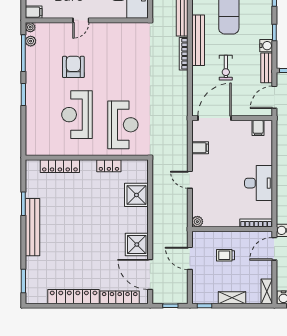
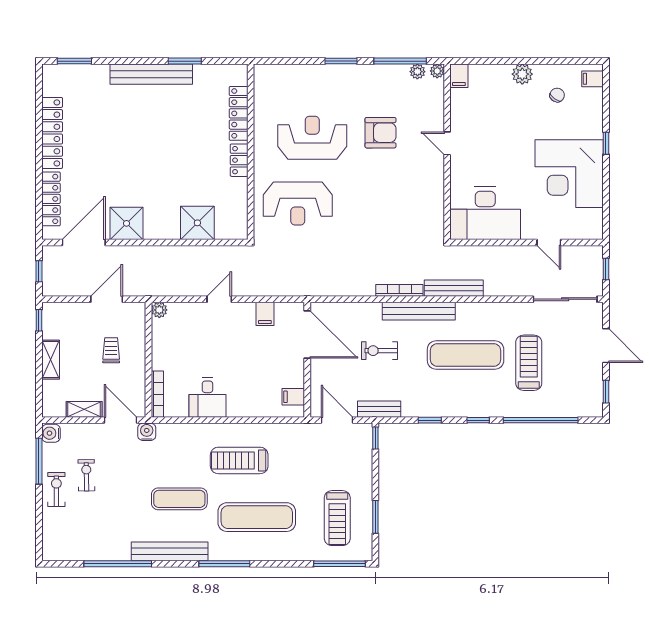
water cooler: (266, 46) -> (411, 408), removed
locker: (109, 166) -> (239, 160), moved
desk: (259, 183) -> (207, 398), width x0.73
shelving: (267, 291) -> (84, 409), moved

